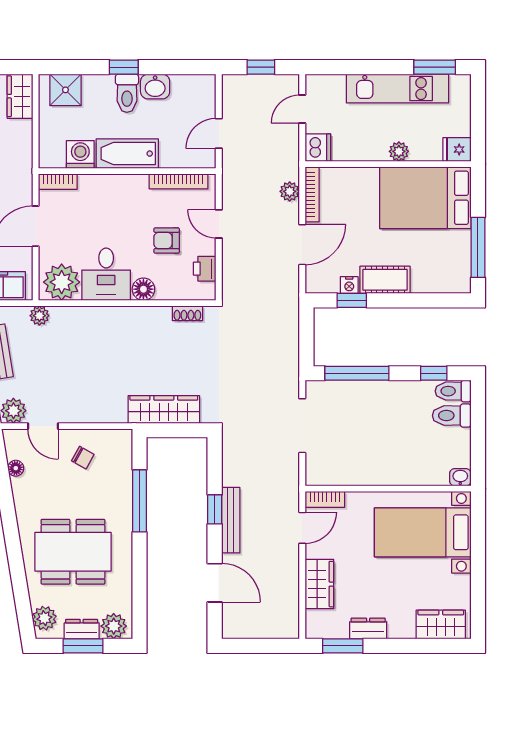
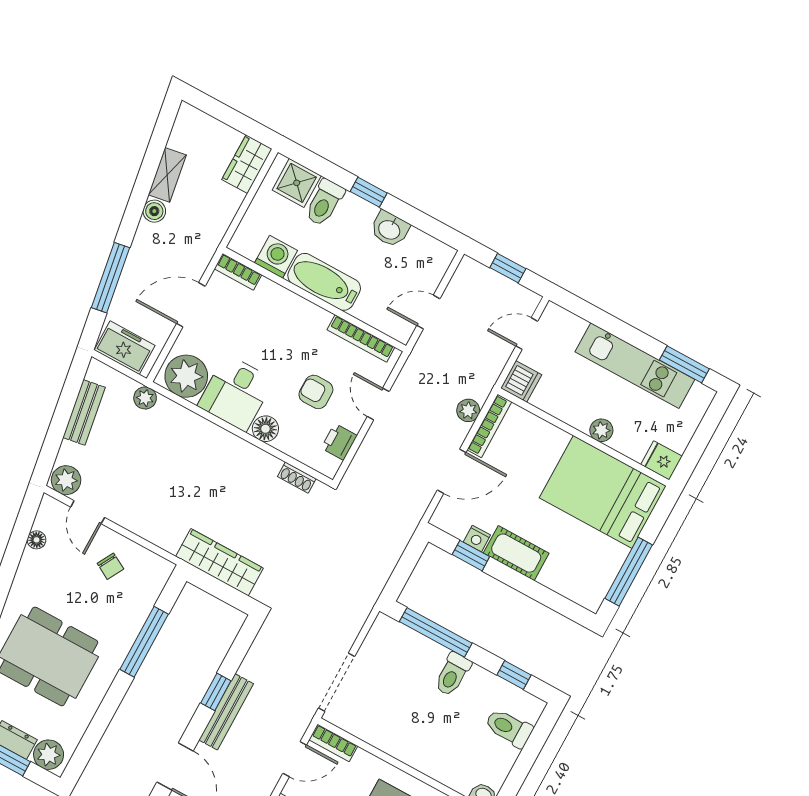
toilet: (127, 93) -> (324, 203), moved
toilet: (453, 391) -> (453, 674), moved, turned -90
doorway: (302, 426) -> (337, 682), moved

